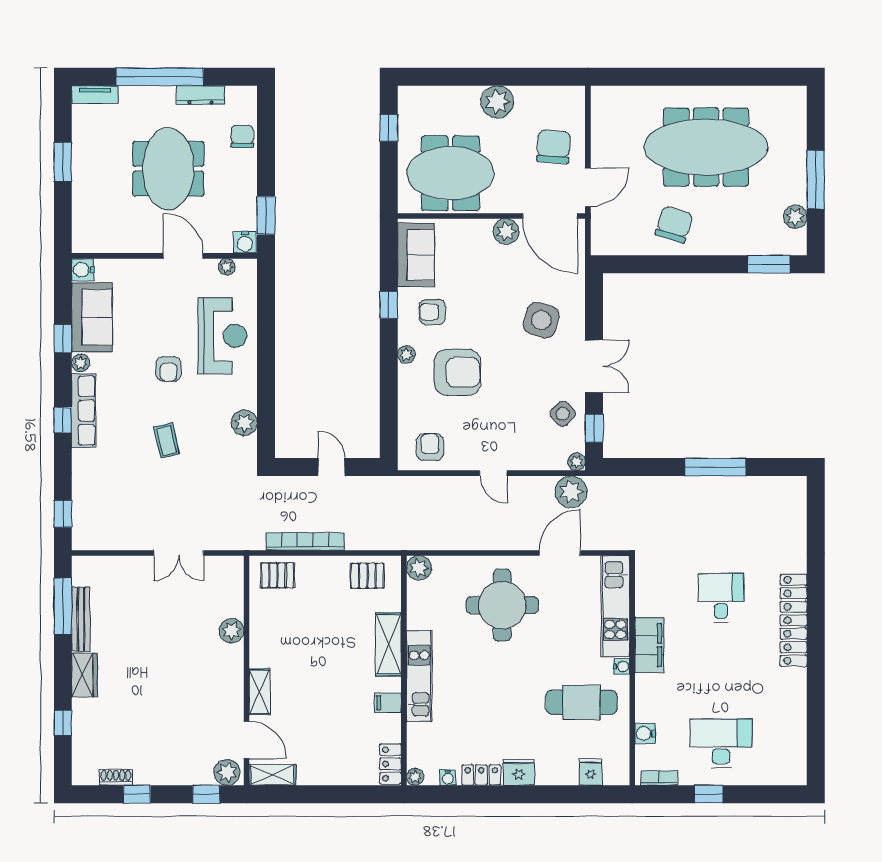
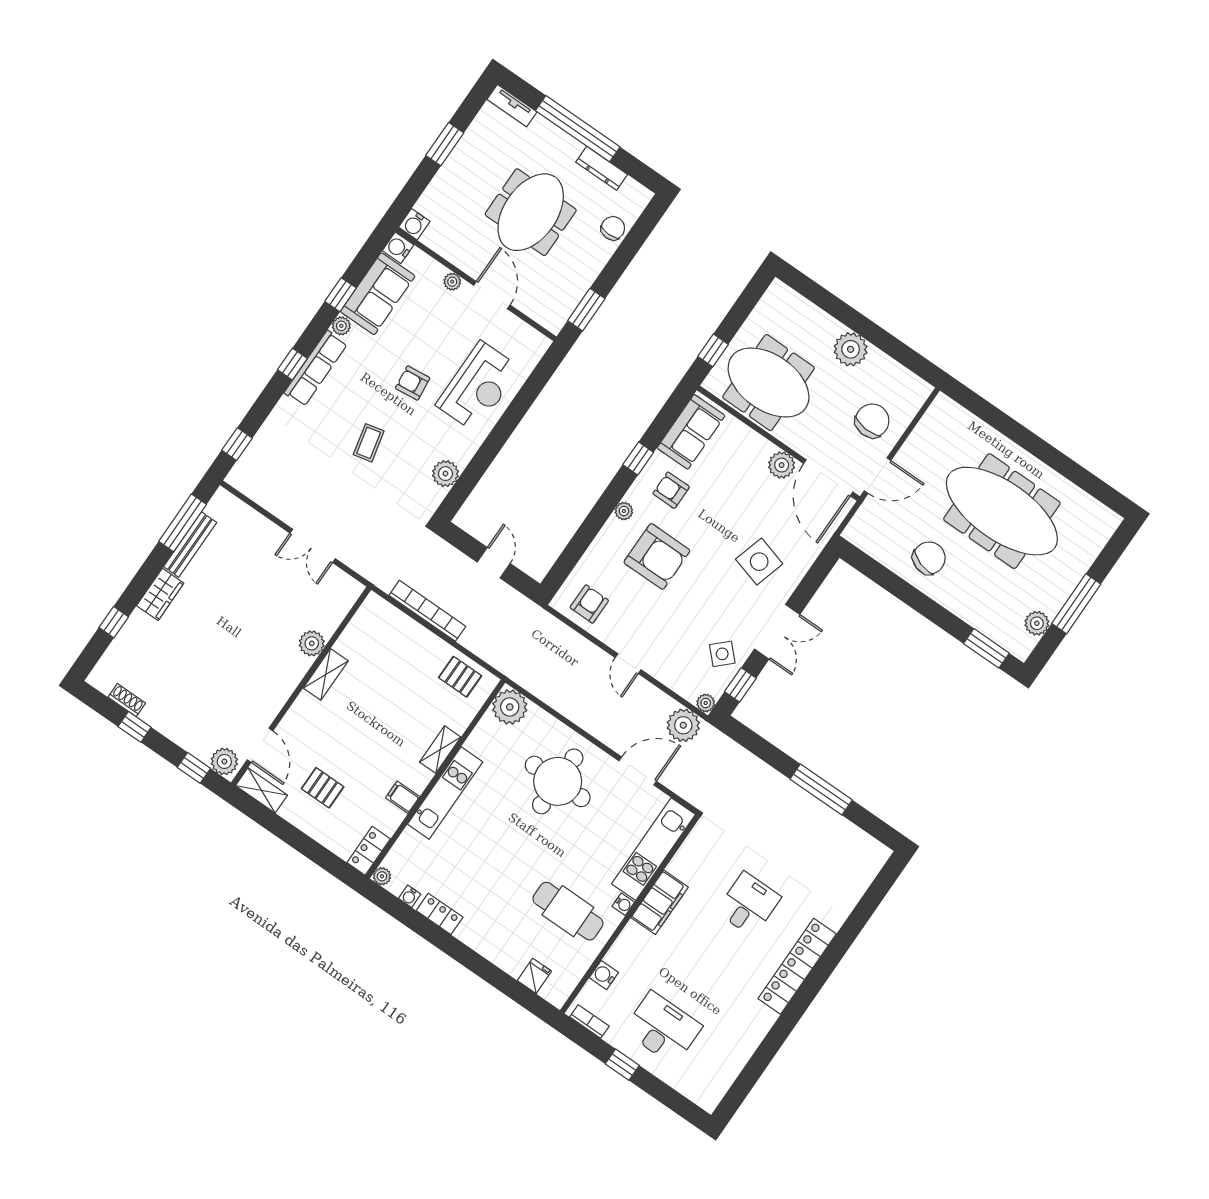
window: (389, 128) -> (713, 350), moved
water cooler: (245, 242) -> (414, 224), moved
plant: (227, 267) -> (452, 282), moved
armchair: (169, 369) -> (413, 383), turned 84
plant: (419, 568) -> (510, 707), width x1.36, depth x1.36
pallet: (278, 575) -> (323, 788), moved
shelving: (388, 644) -> (440, 750), width x0.67, depth x0.75
shelving: (260, 692) -> (326, 674), moved
fridge: (519, 772) -> (473, 934), removed

